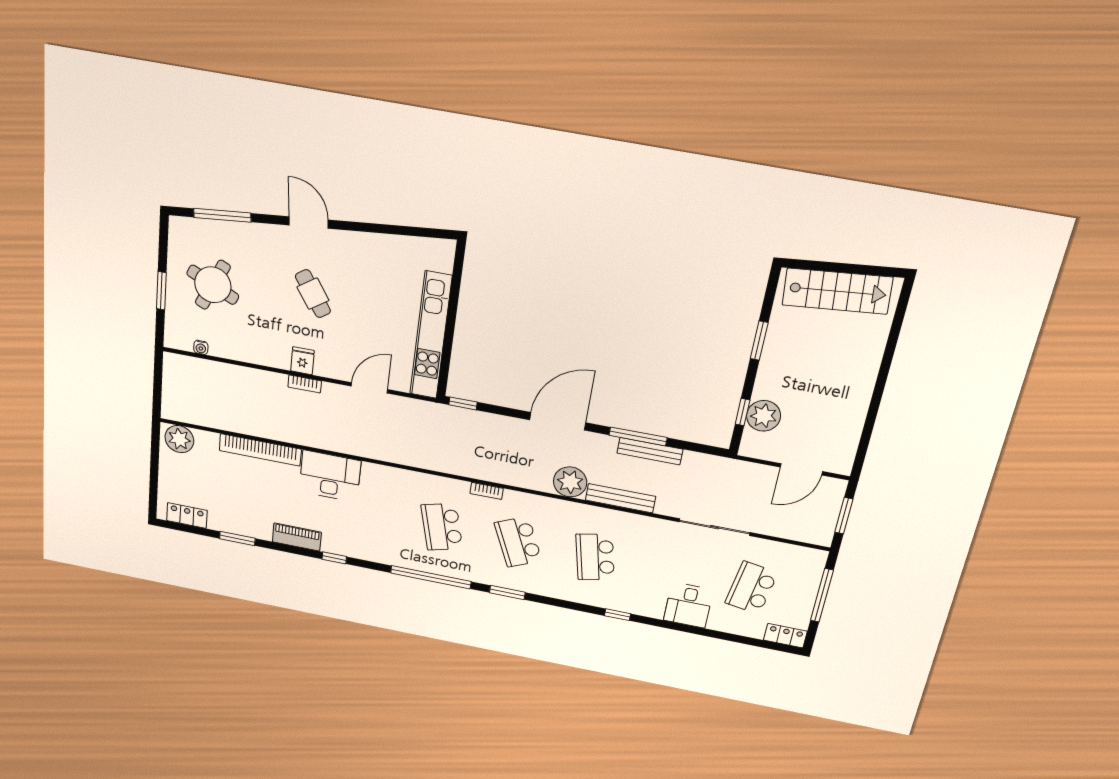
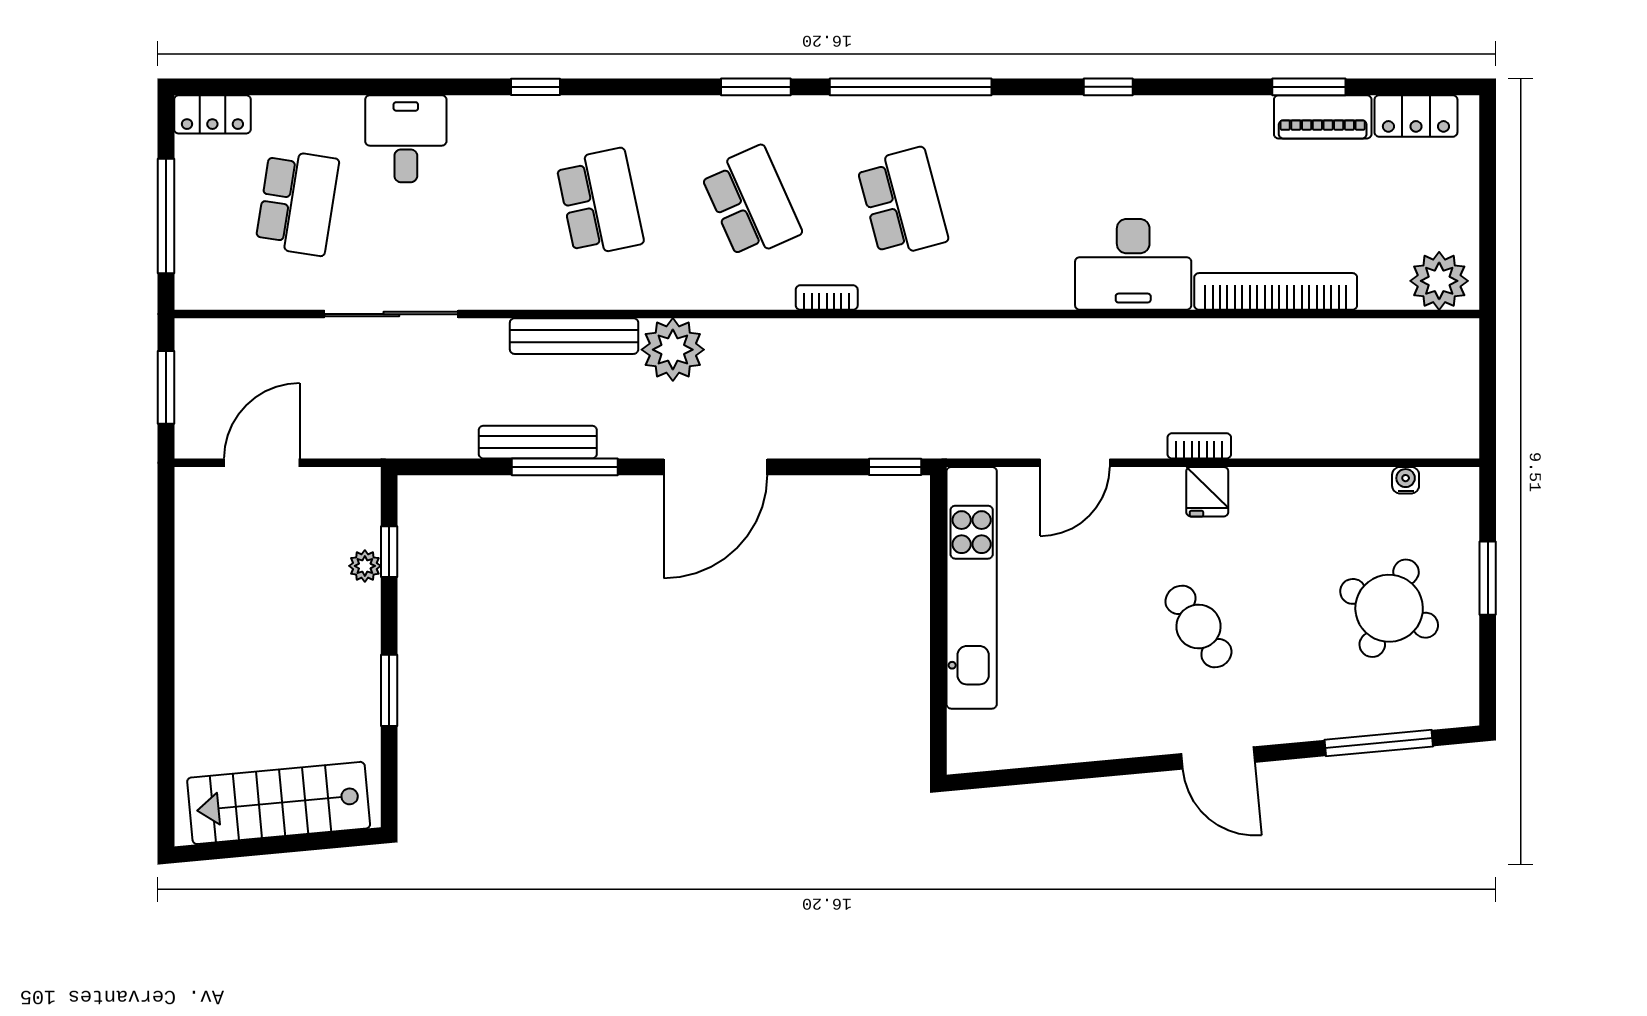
plant: (764, 416) -> (365, 566), width x0.53, depth x0.53
piano: (297, 537) -> (1323, 117), moved

